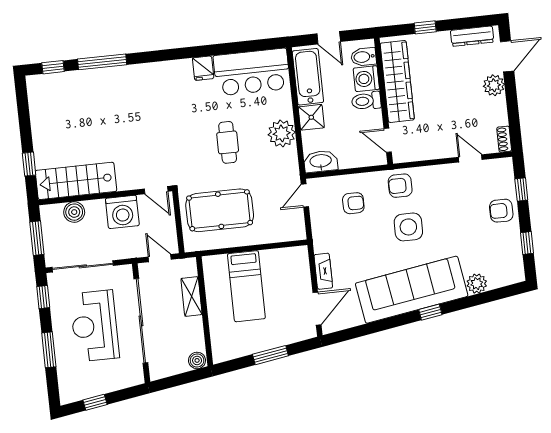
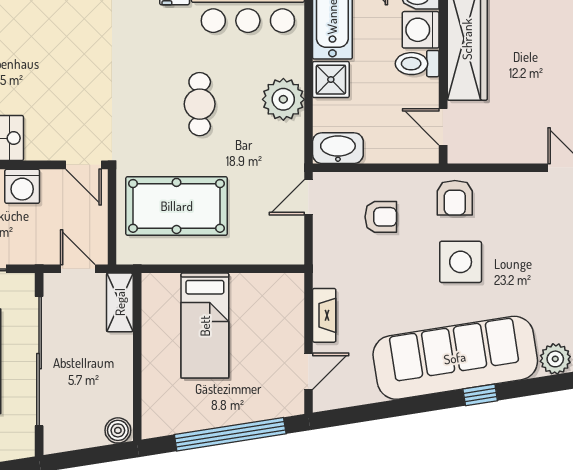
armchair: (400, 186) -> (455, 198), turned -90
washing machine: (122, 212) -> (22, 186), width x0.73, depth x0.73
shelving: (191, 296) -> (120, 302), moved
door: (317, 309) -> (308, 371), width x0.73
window: (270, 355) -> (230, 434), width x2.11

